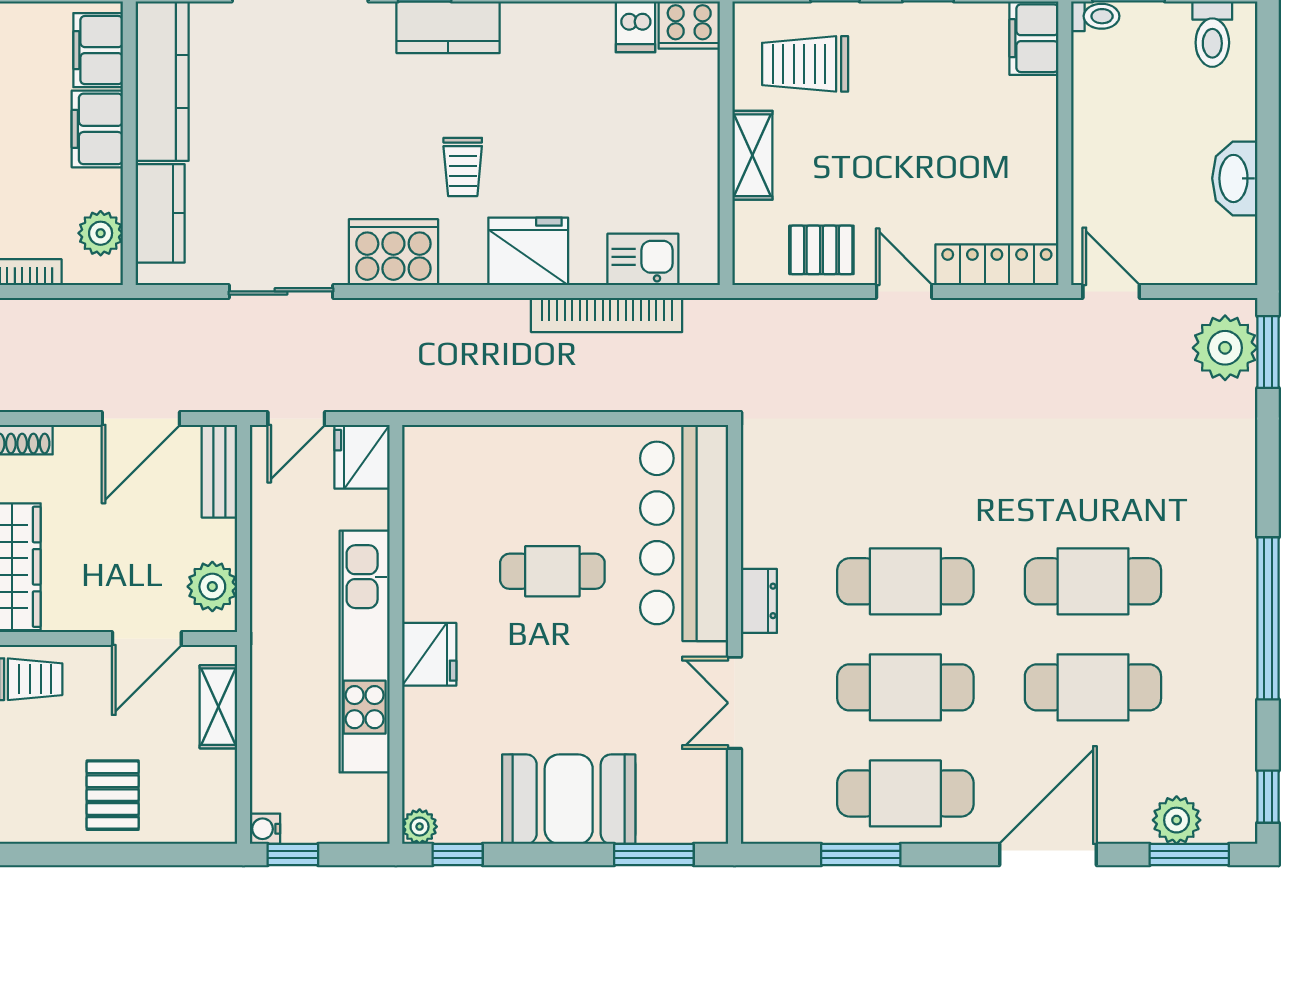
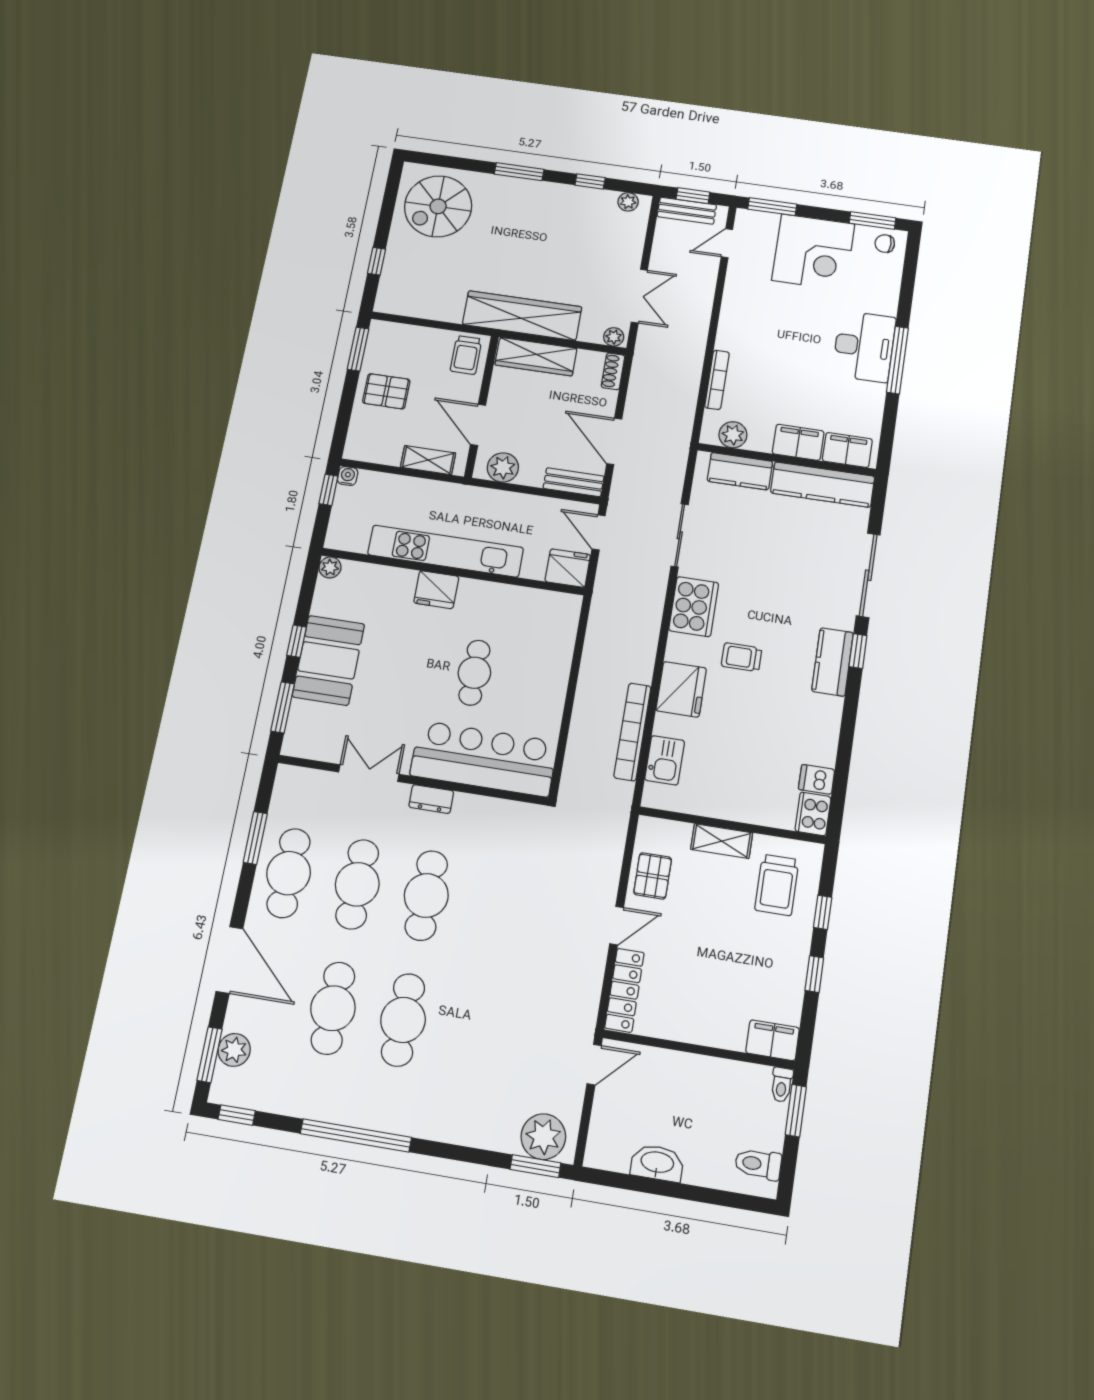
trolley: (805, 64) -> (777, 885), turned 180
window: (47, 854) -> (358, 349), added
window: (458, 854) -> (297, 641), moved

